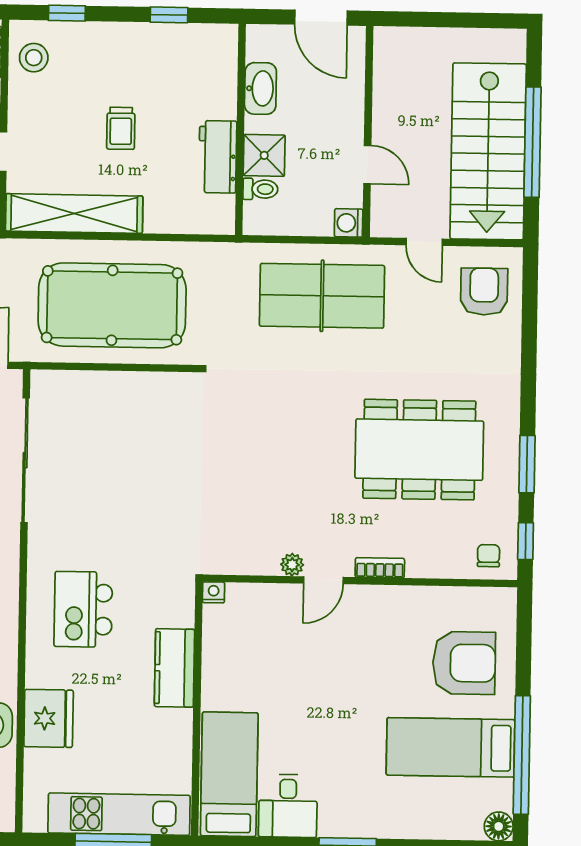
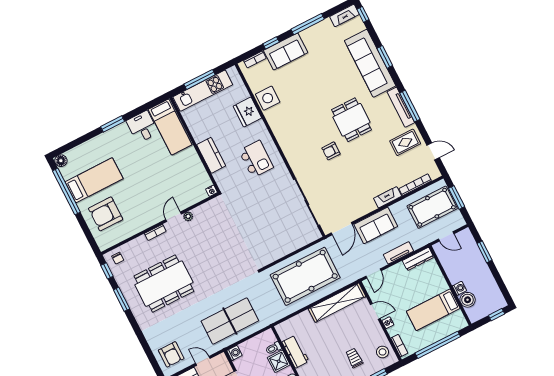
trolley: (121, 128) -> (354, 358), moved

